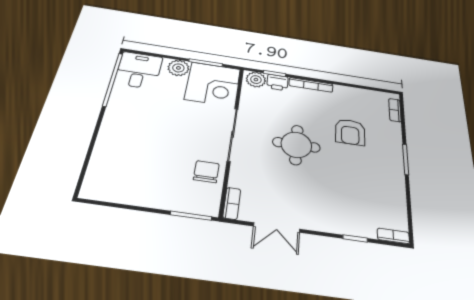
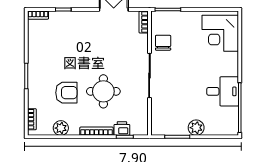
desk: (139, 70) -> (223, 91), moved, turned -90
plant: (256, 80) -> (61, 128), moved
corner desk: (213, 84) -> (220, 33), moved, turned -90
armchair: (350, 132) -> (66, 93), turned 90
round table: (296, 145) -> (103, 91), moved
chair: (206, 172) -> (163, 43), turned 180

